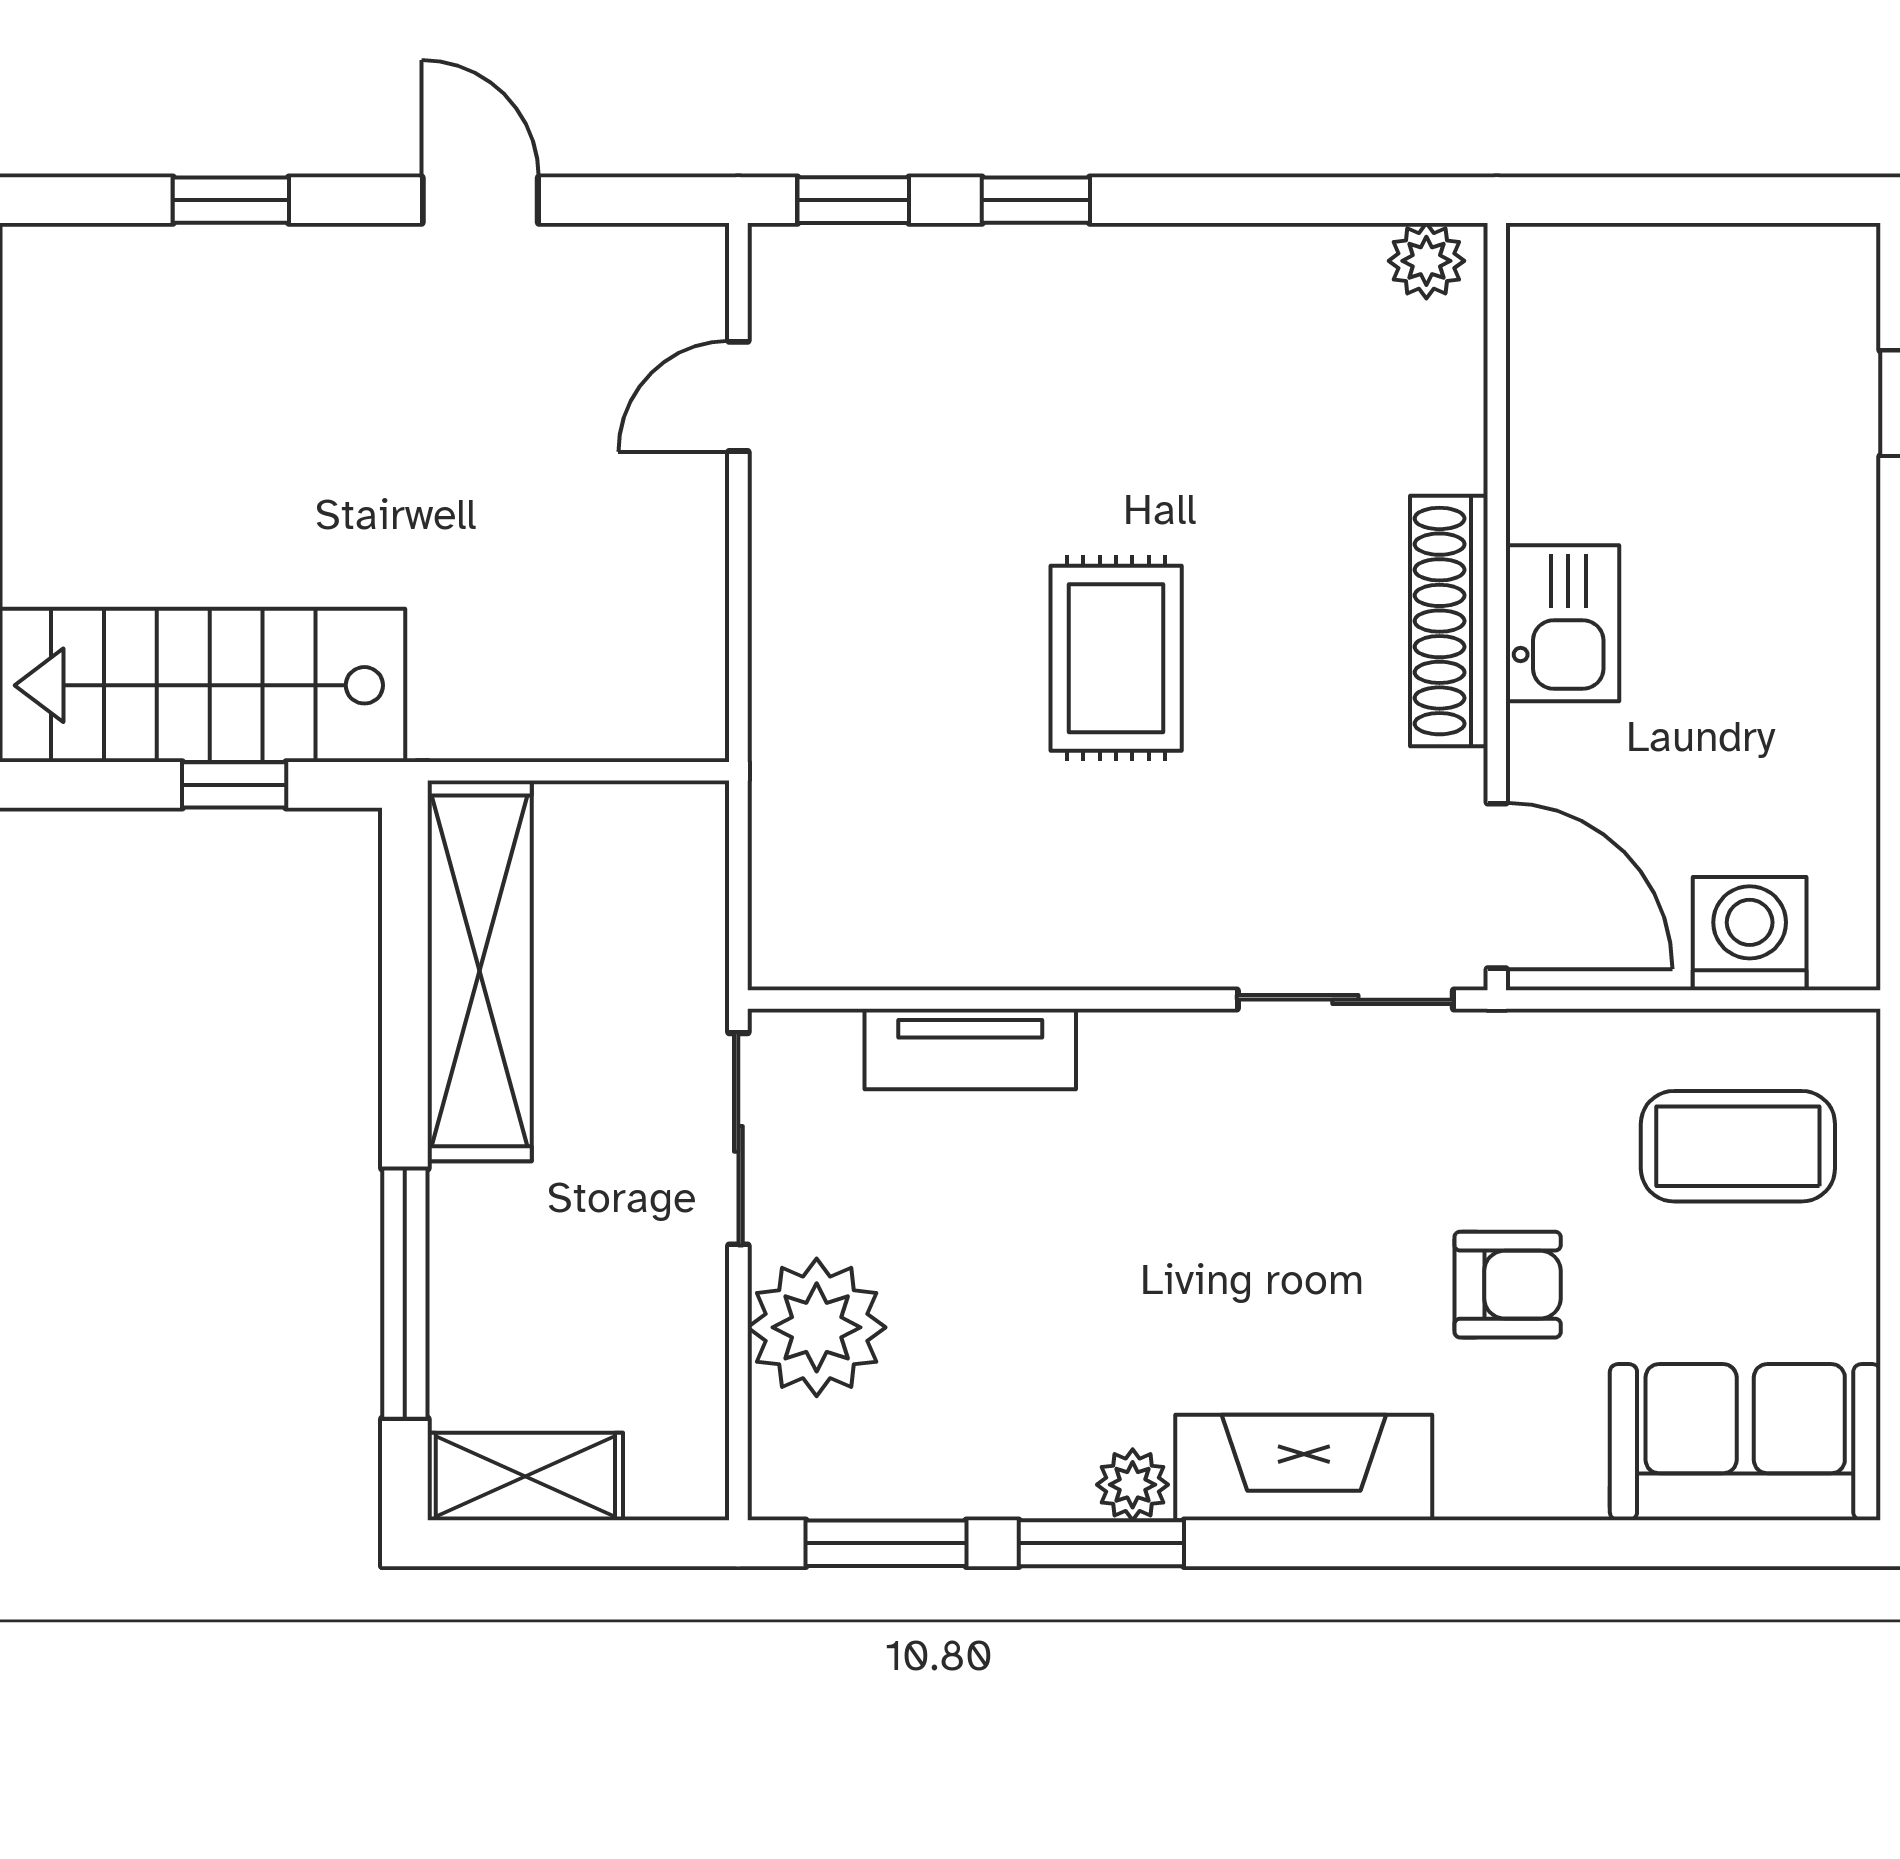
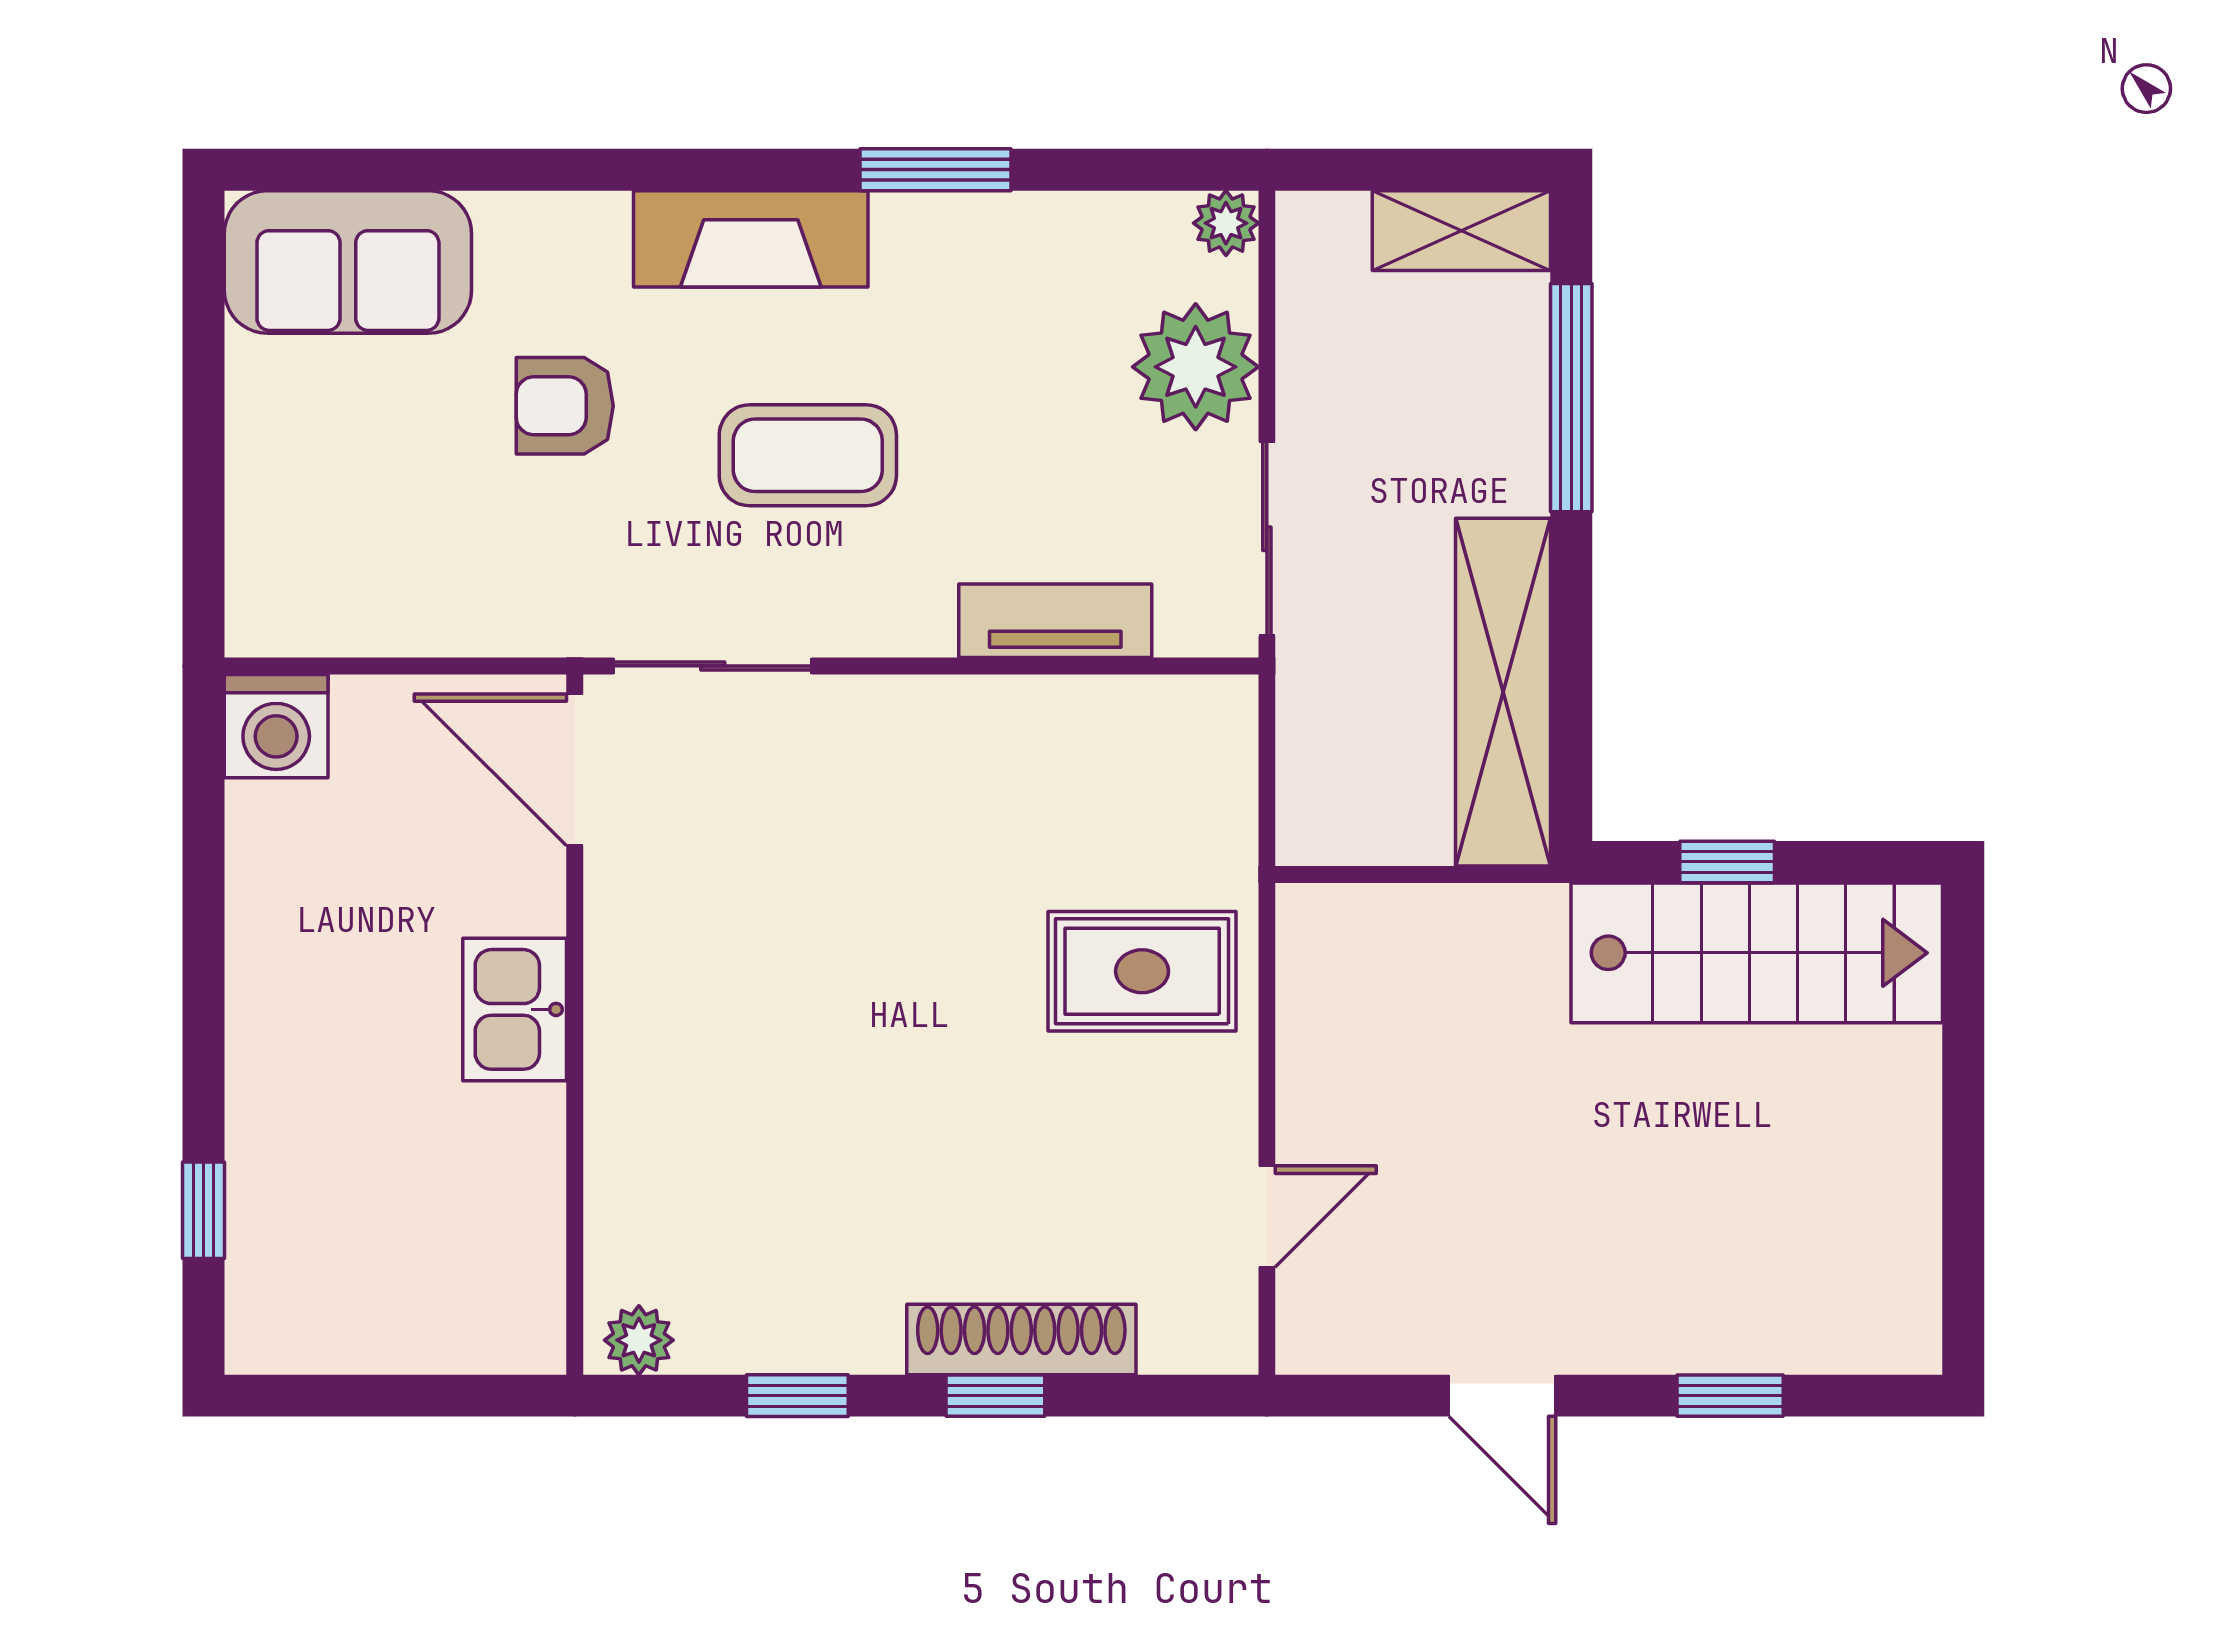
window: (853, 200) -> (797, 1396), moved
shoe rack: (1449, 621) -> (1021, 1339), moved, turned -90
rug: (1116, 658) -> (1142, 971), moved, turned 90
washing machine: (1750, 934) -> (276, 726), moved
coffee table: (1738, 1146) -> (808, 455), moved
plant: (1133, 1485) -> (1226, 223), moved
window: (886, 1543) -> (1132, 170), removed

